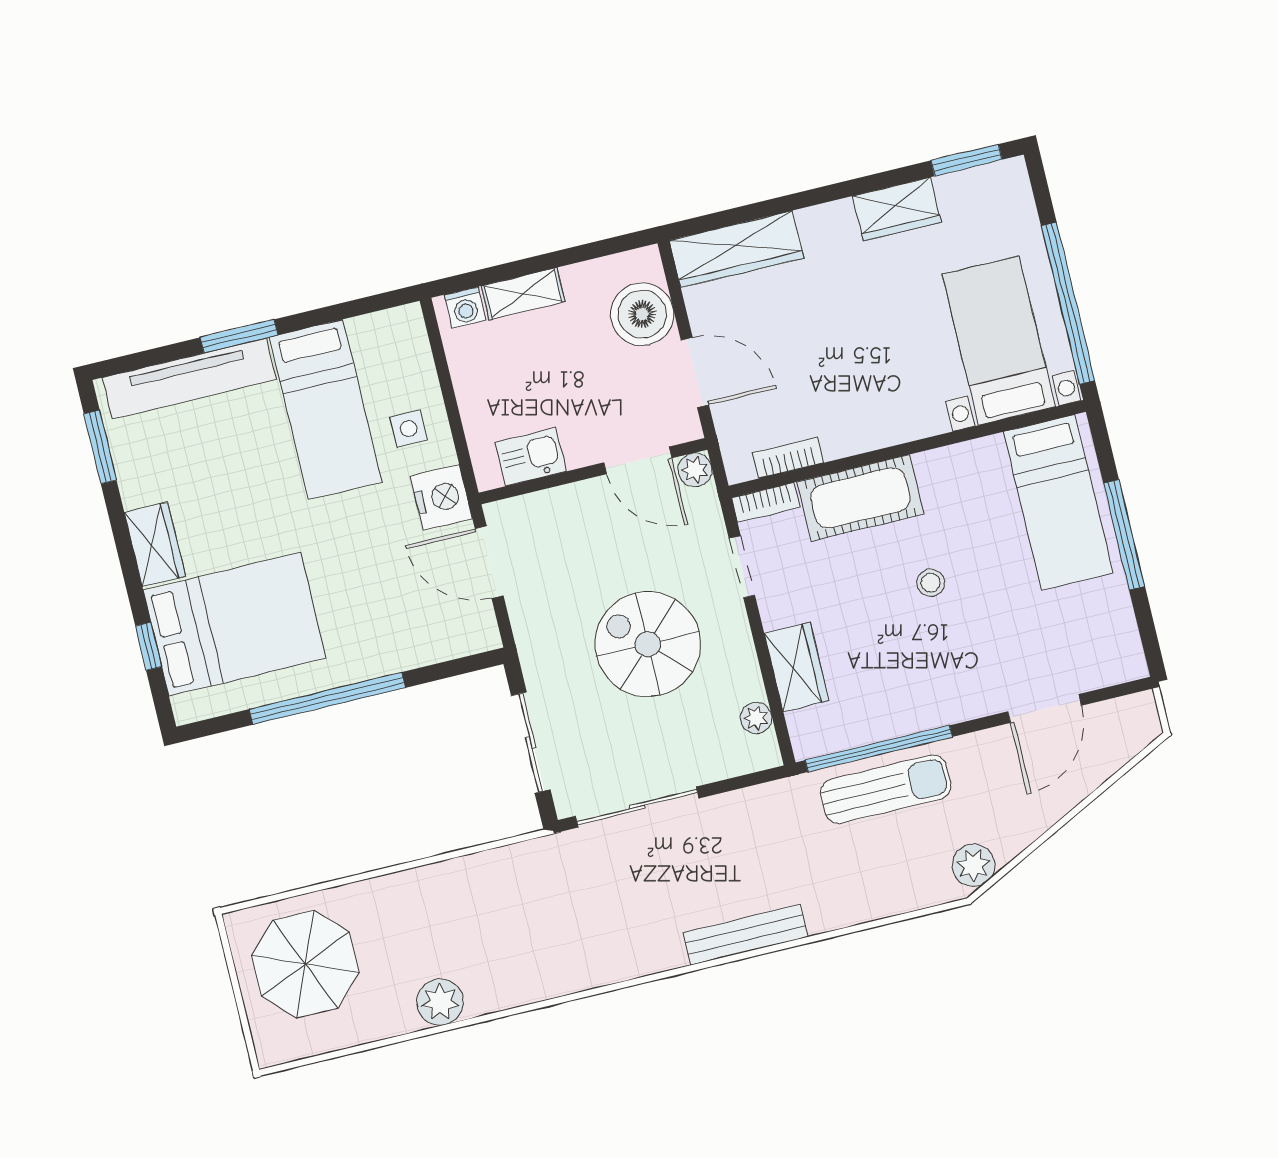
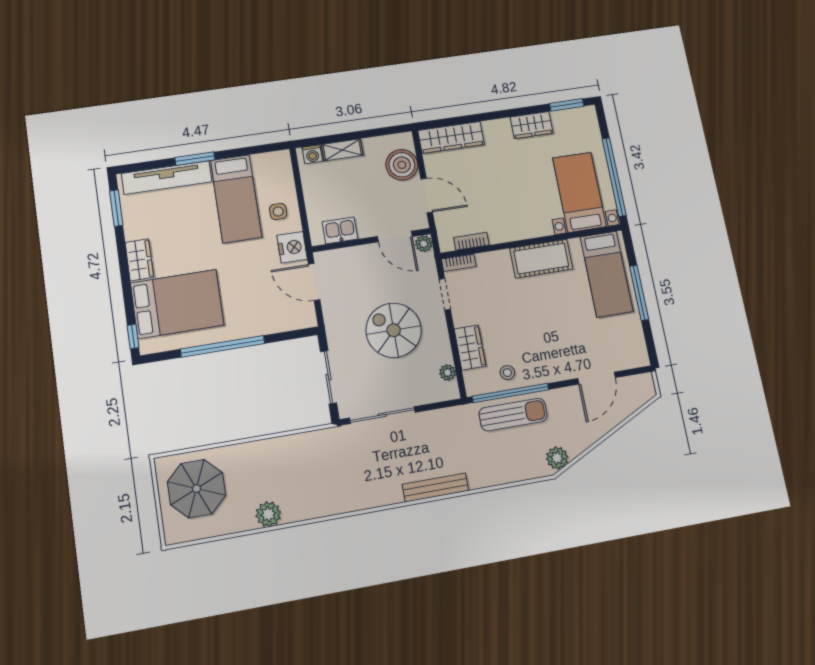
cot: (860, 498) -> (541, 259), moved
stool: (931, 583) -> (507, 373), moved
window: (148, 646) -> (133, 336), moved

